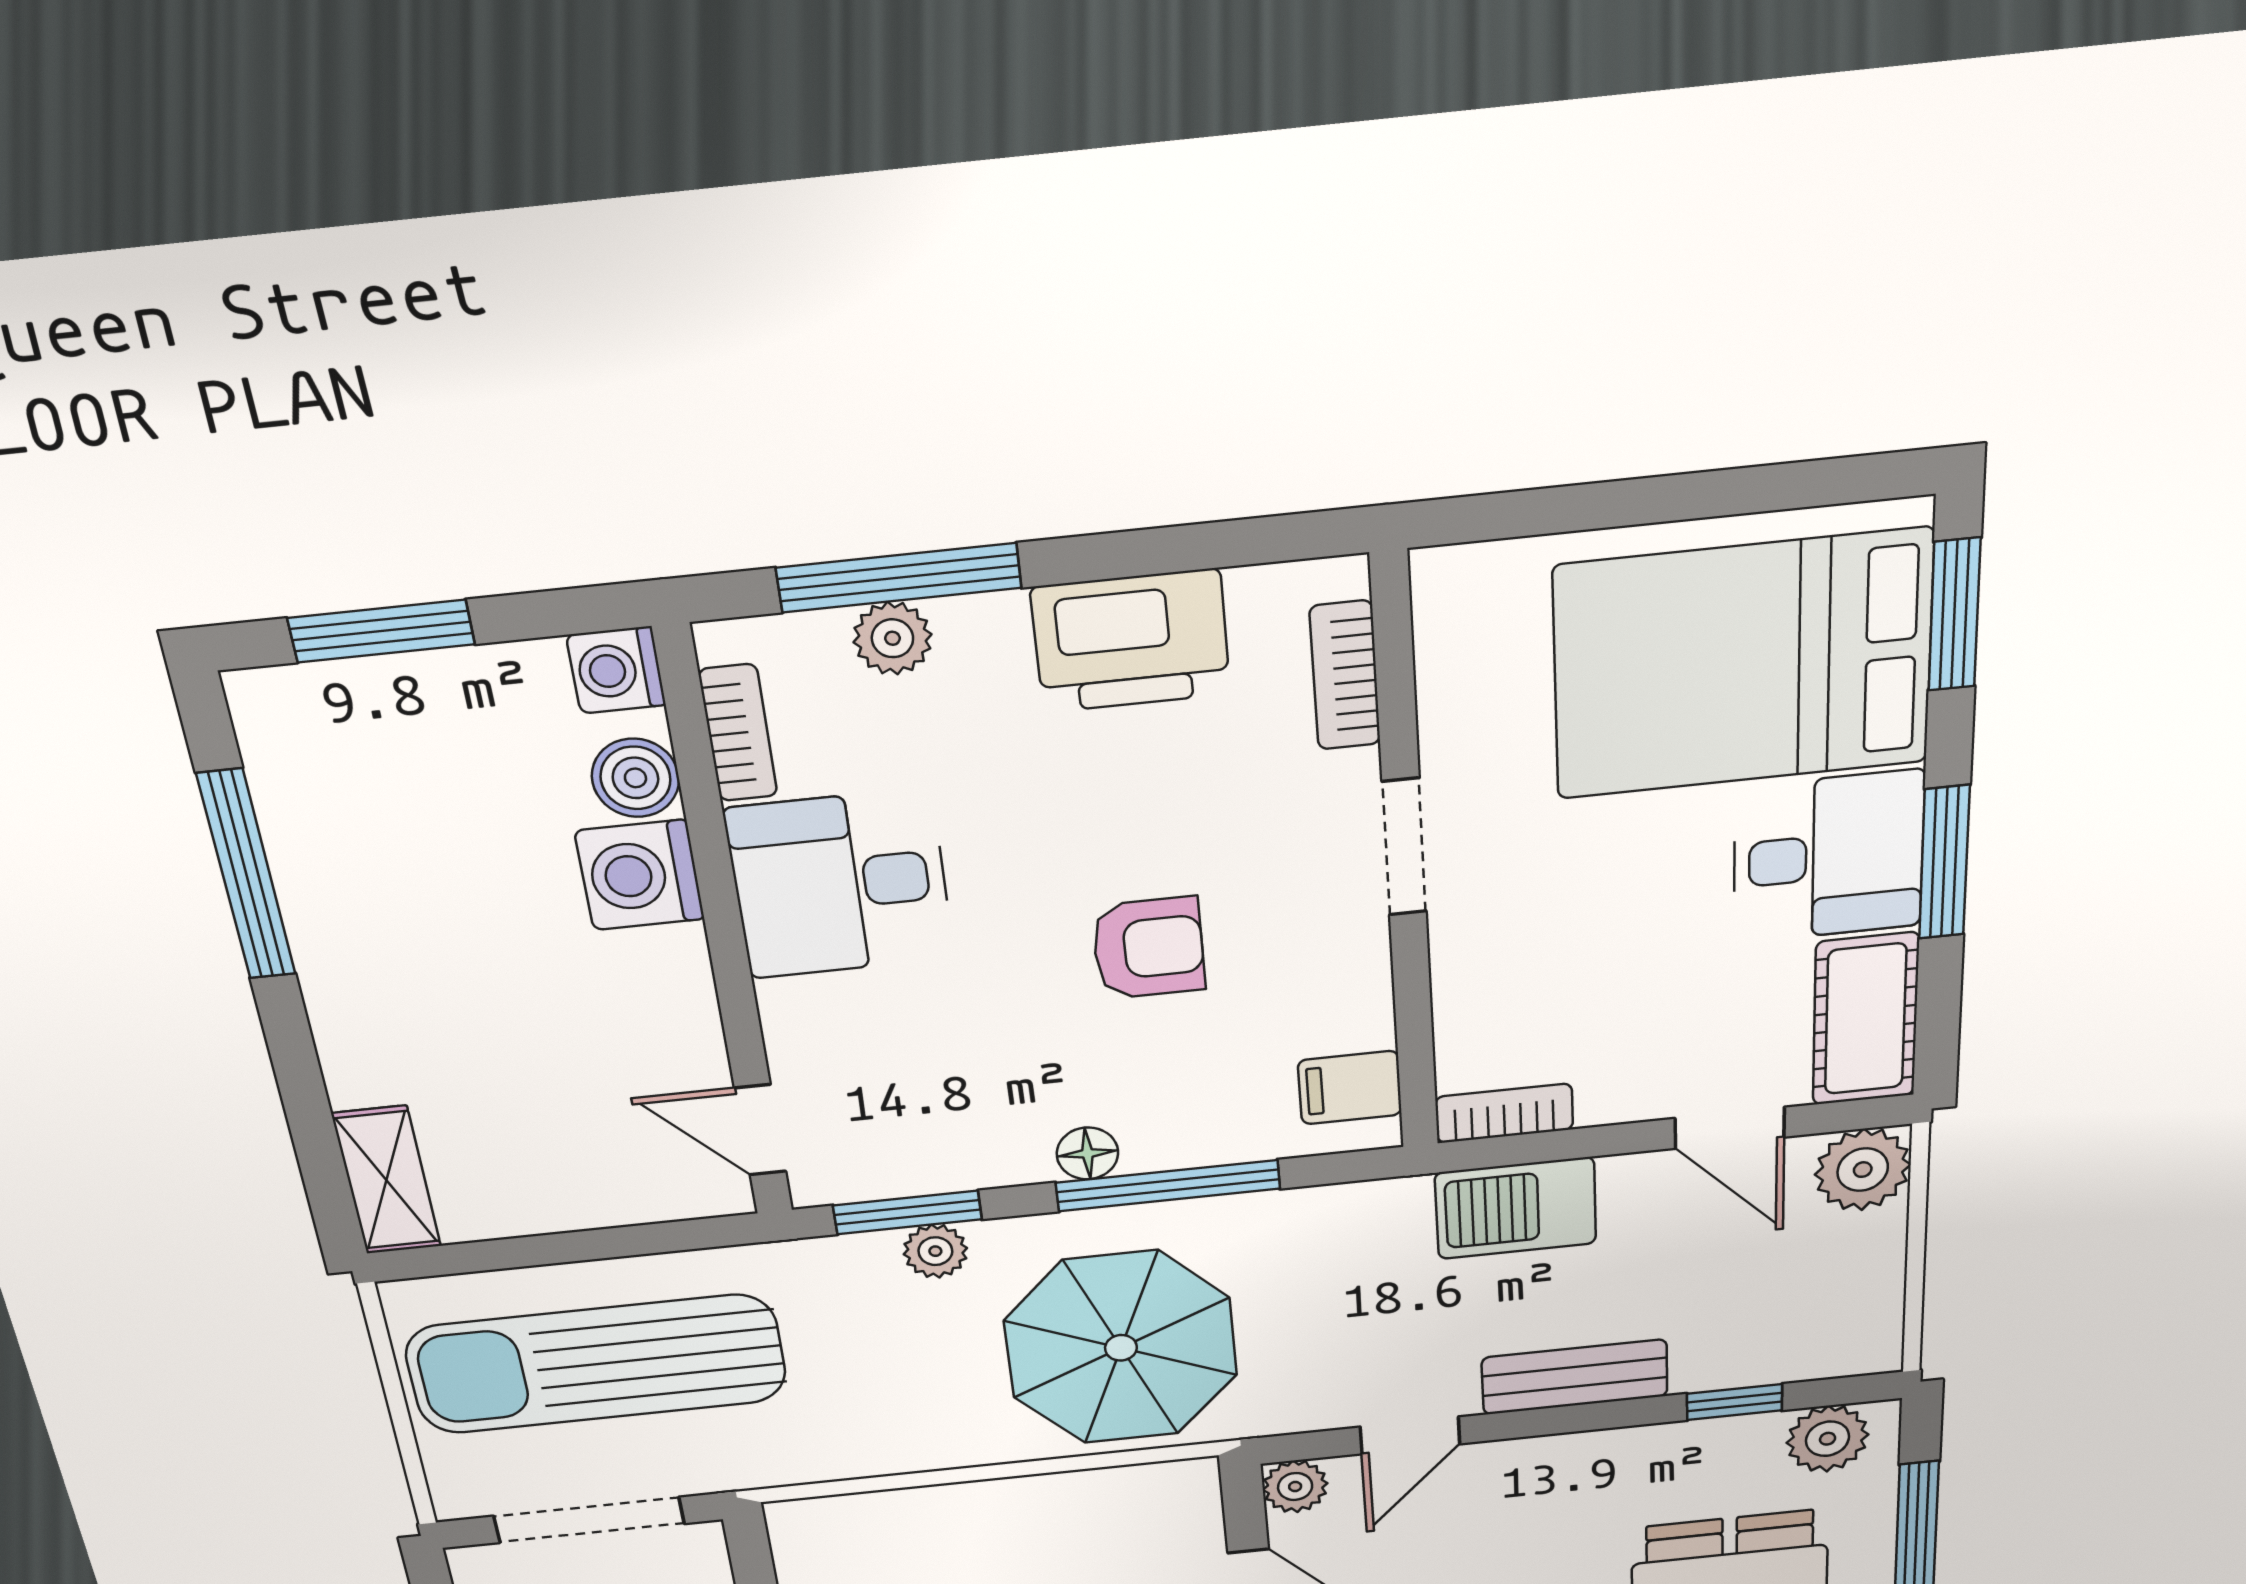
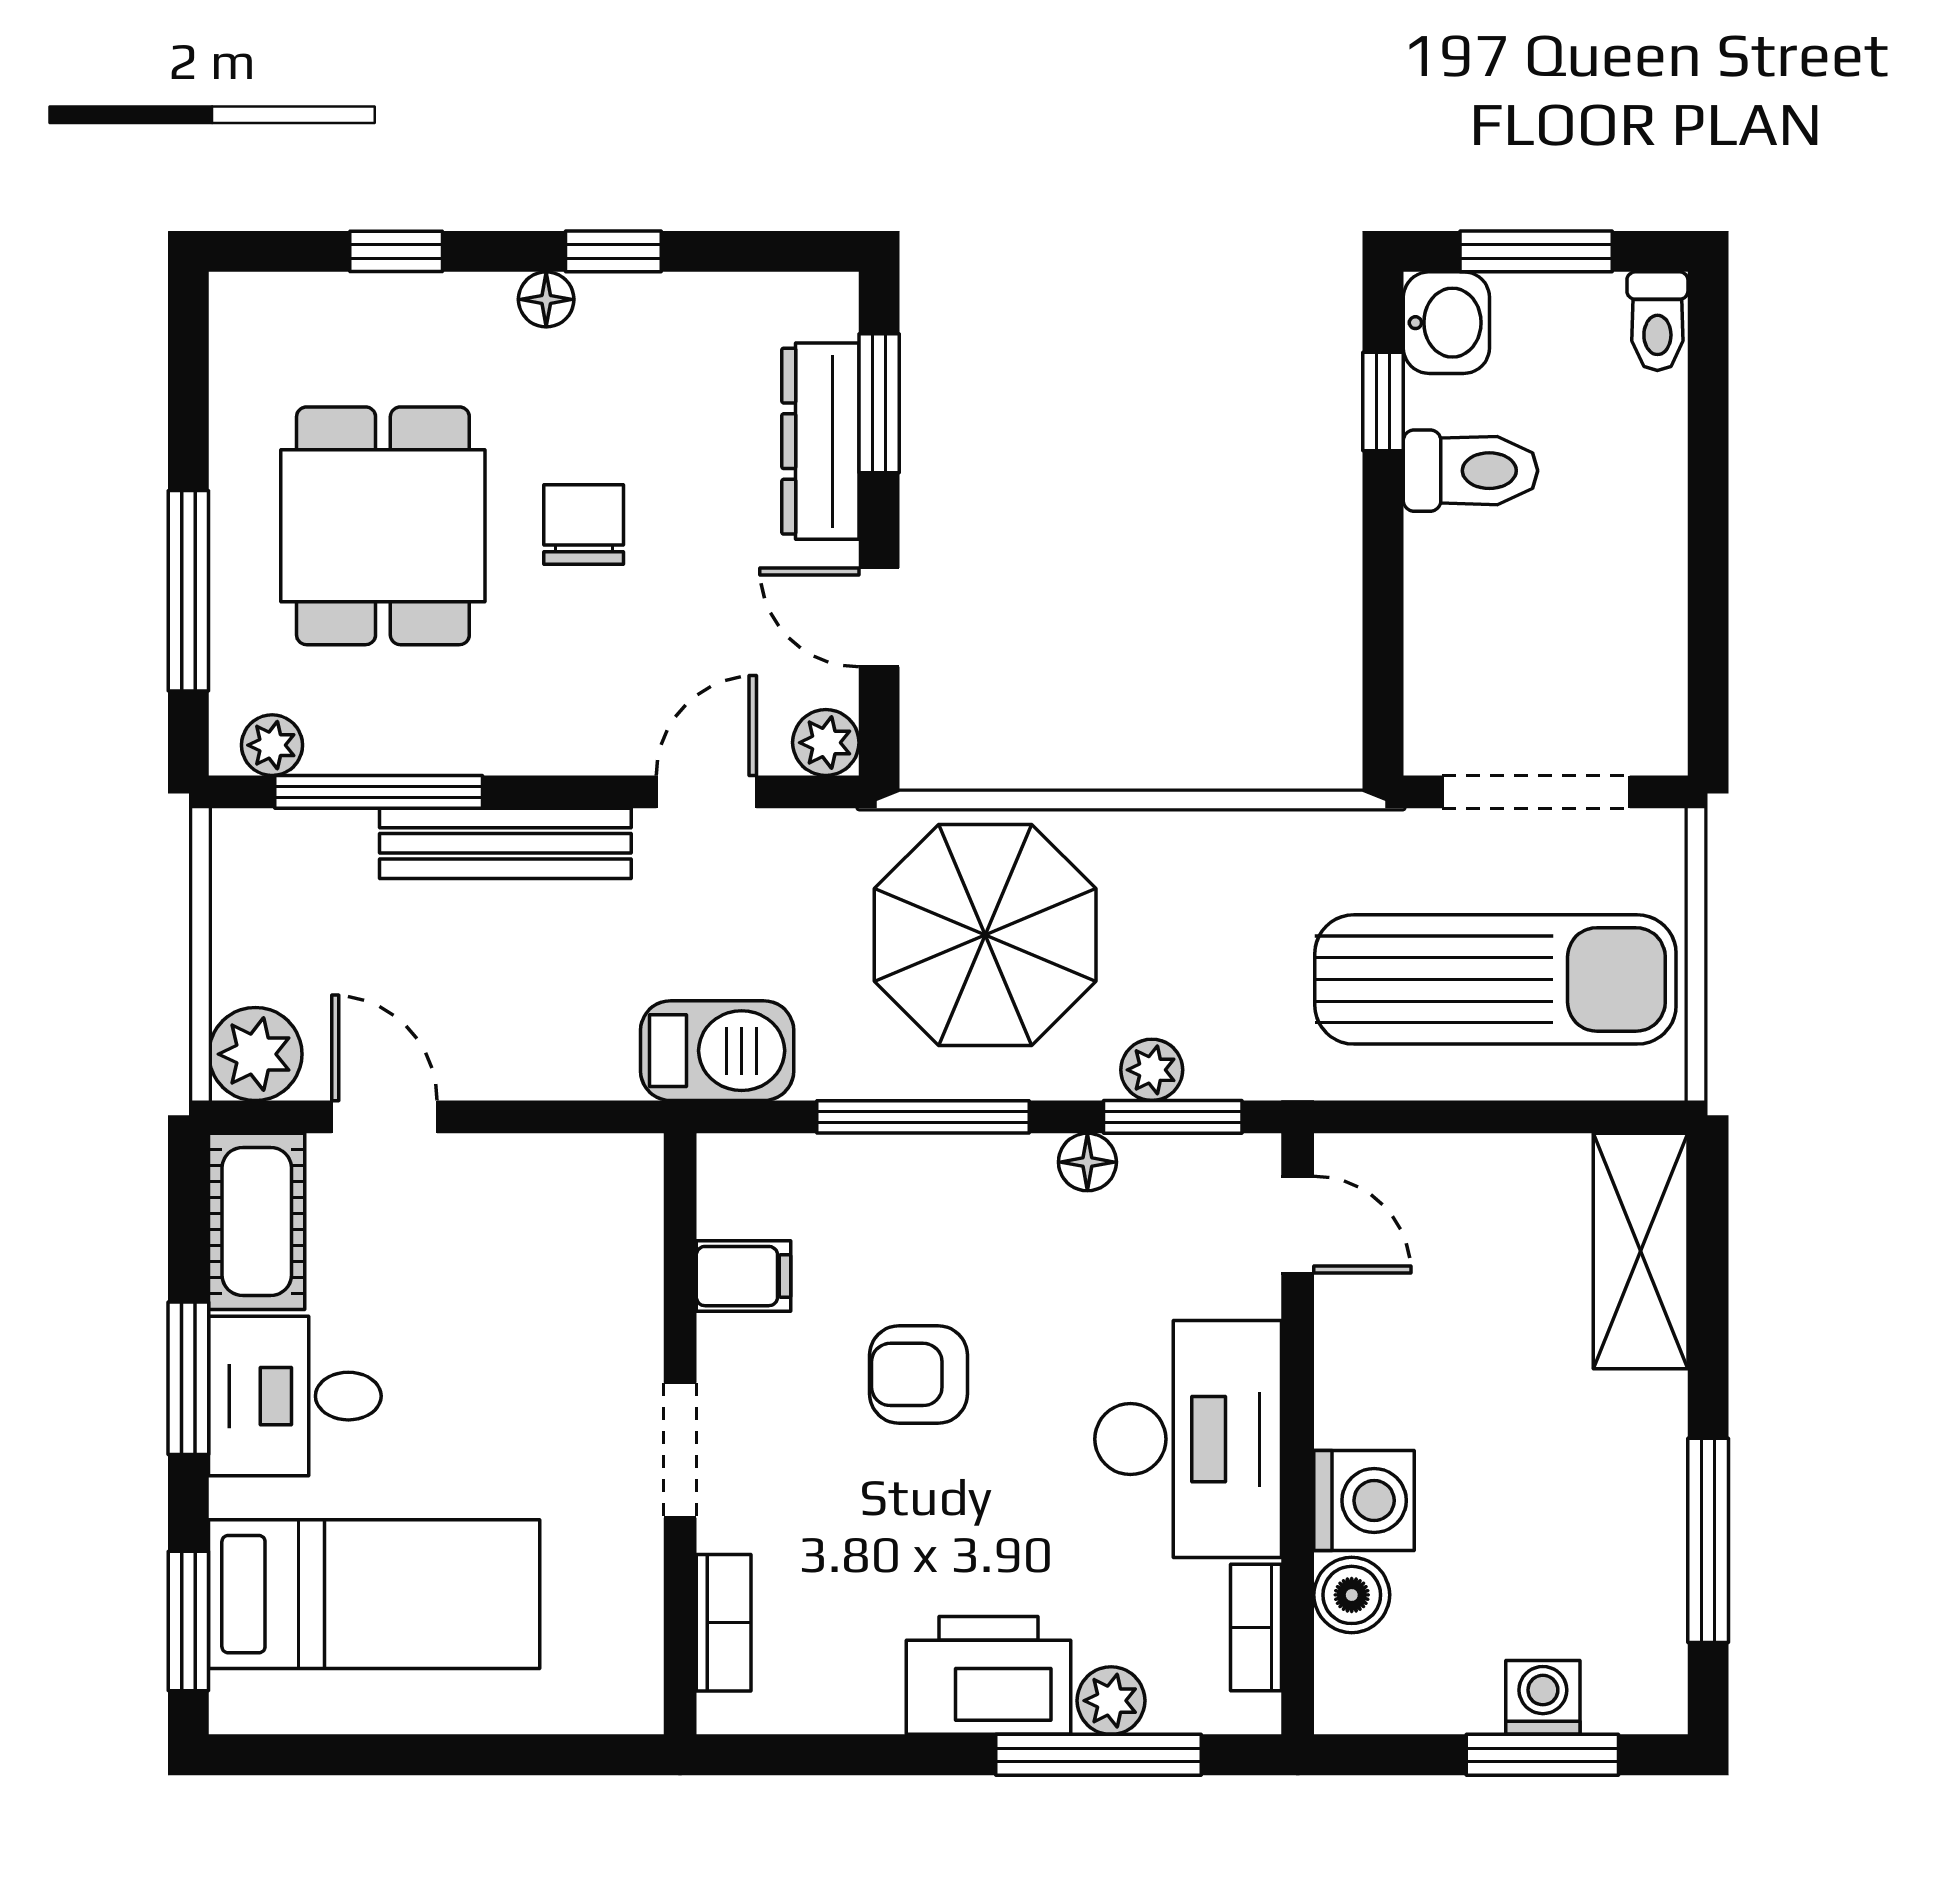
printer: (1131, 641) -> (989, 1675), moved
bed: (1743, 665) -> (374, 1594), width x0.67
washing machine: (616, 670) -> (1543, 1697), moved, turned -90
desk: (840, 884) -> (1188, 1439), width x1.37
filing cabinet: (1350, 1088) -> (744, 1276), moved
bookcase: (1504, 1113) -> (599, 1159), removed
floor lamp: (1087, 1153) -> (1087, 1162), moved
shelving: (387, 1180) -> (1641, 1251), width x1.50, depth x1.33
barbecue: (1516, 1208) -> (717, 1051), moved
bench: (1575, 1377) -> (505, 843), width x1.36
window: (1735, 1402) -> (379, 792), width x2.17
plant: (1828, 1439) -> (272, 745), width x0.73, depth x0.73

